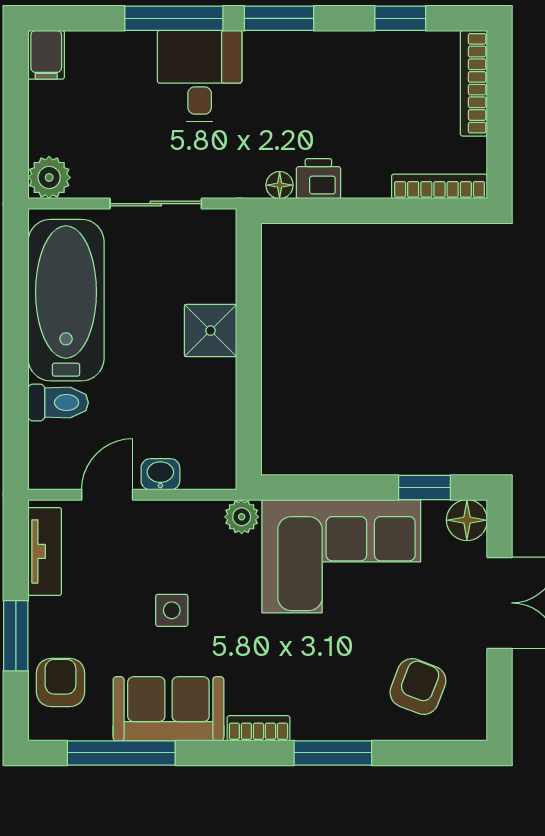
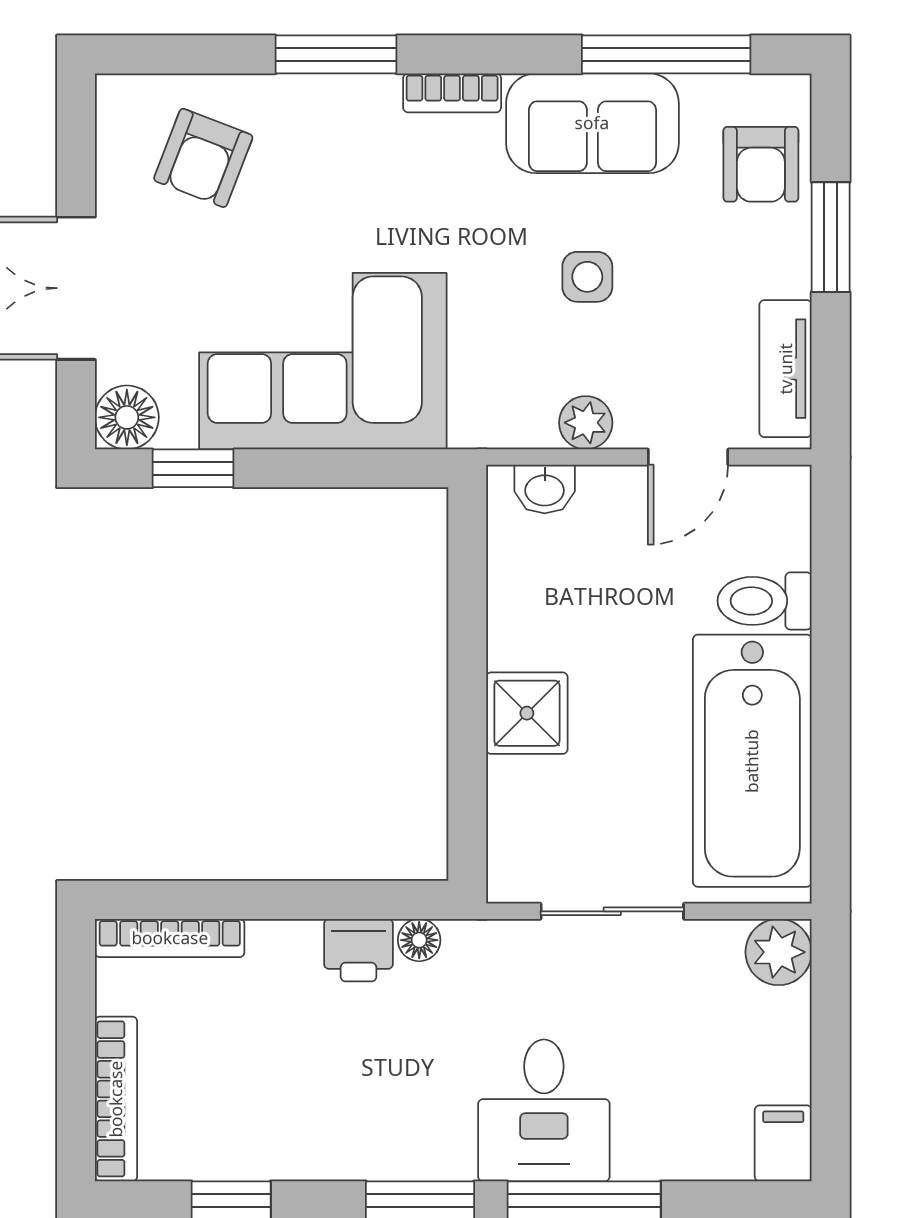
washbasin: (160, 474) -> (545, 489), moved
plant: (242, 517) -> (586, 423), moved

